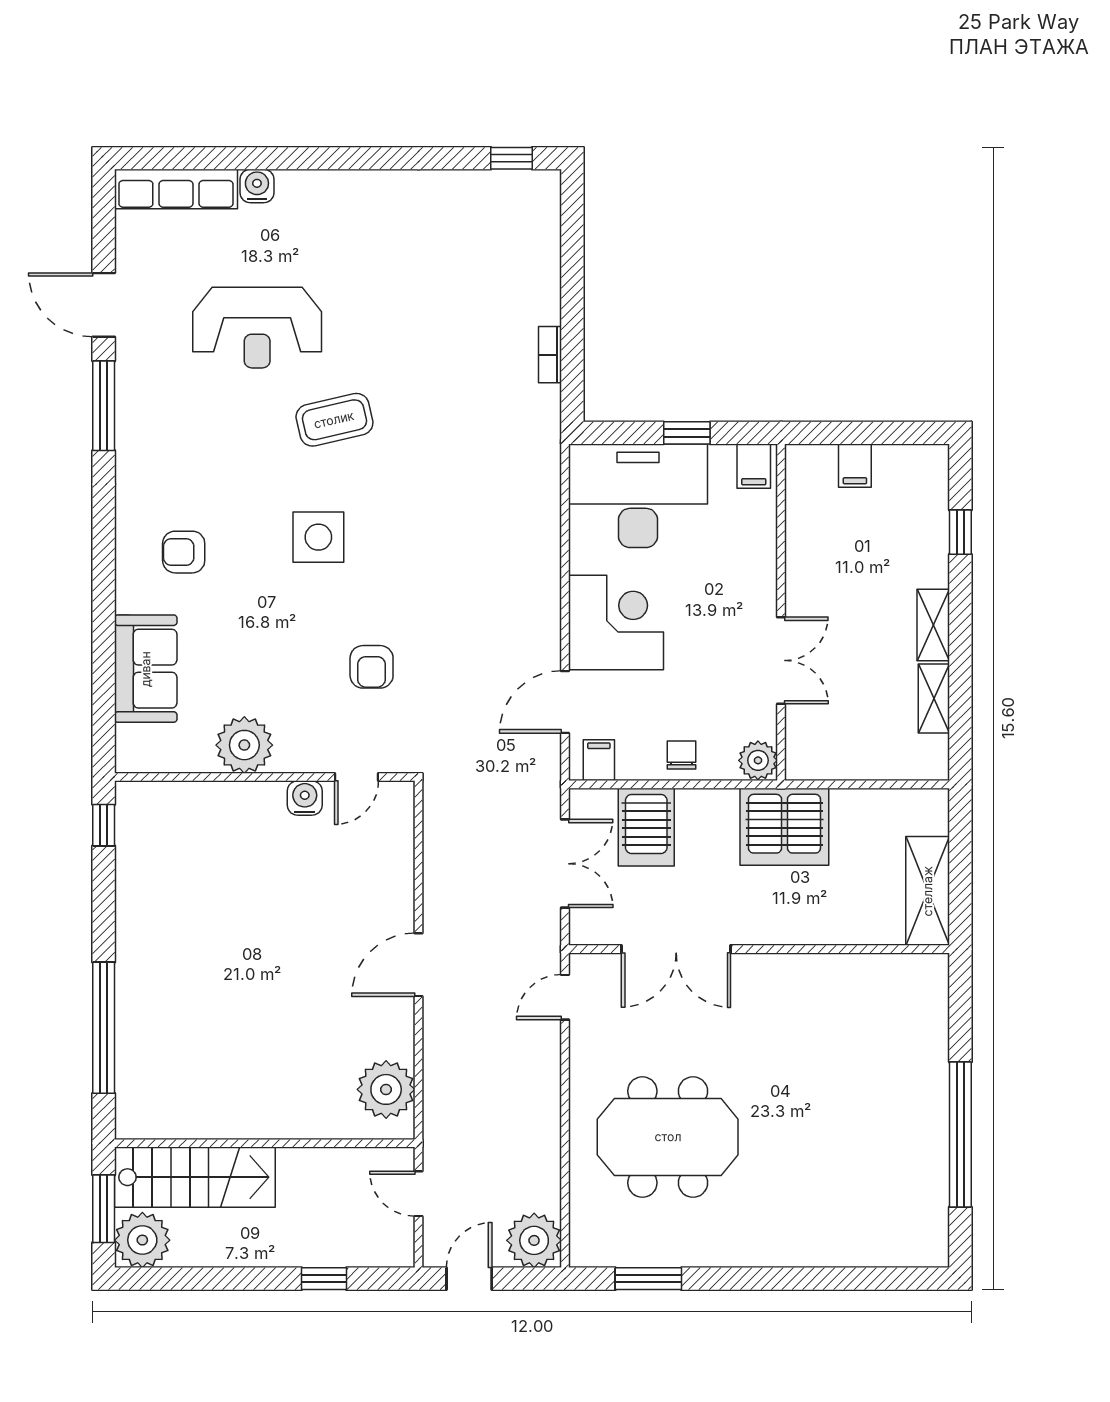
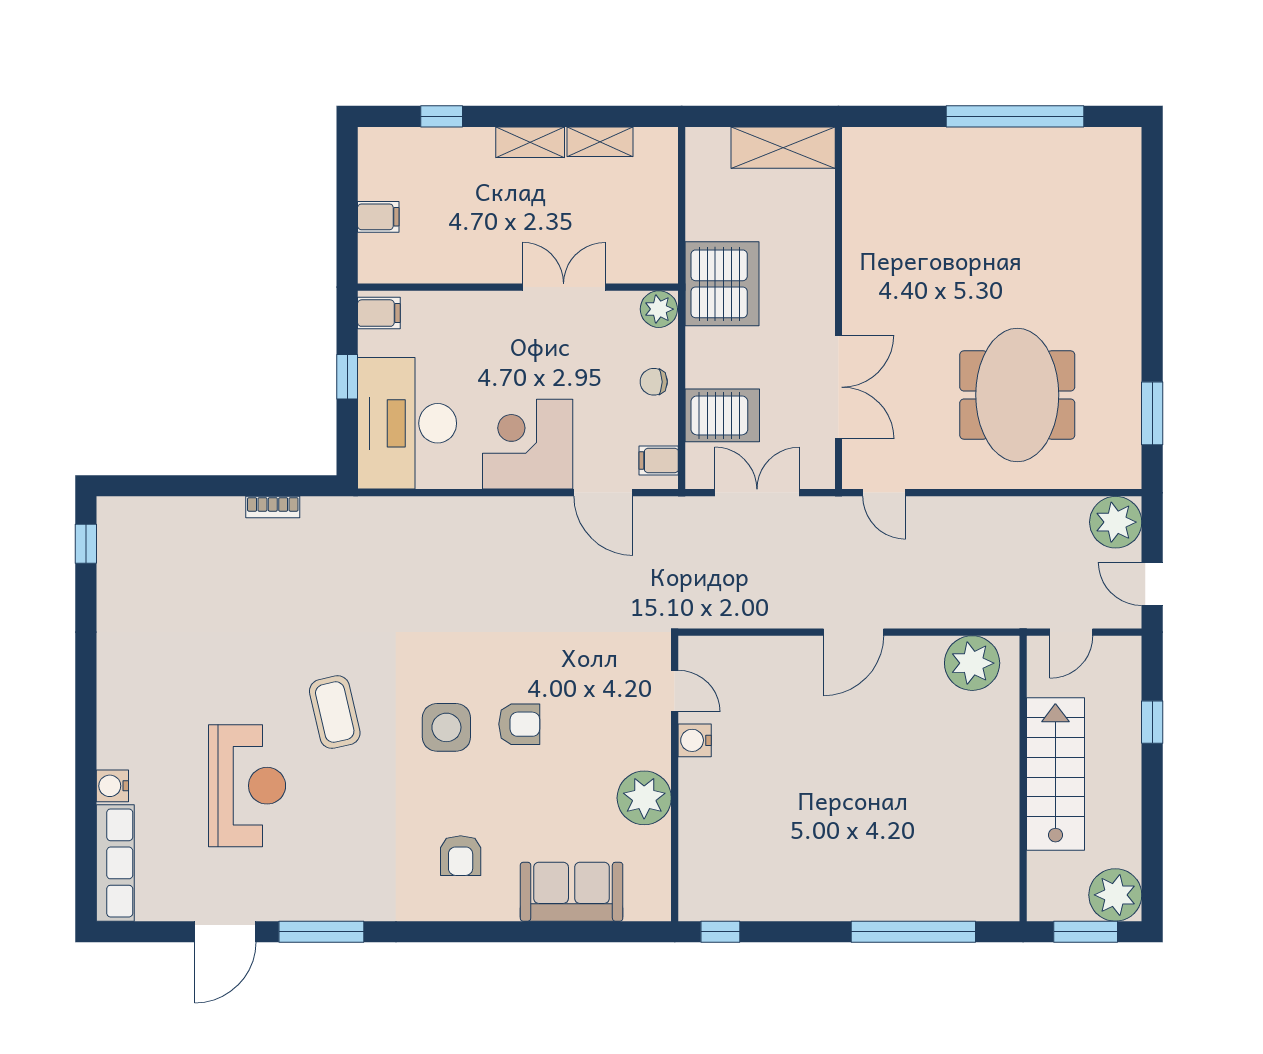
armchair: (372, 667) -> (519, 724), moved
door: (419, 965) -> (853, 632), hinge flipped
stairs: (195, 1177) -> (1055, 774), moved

